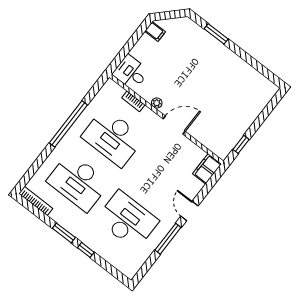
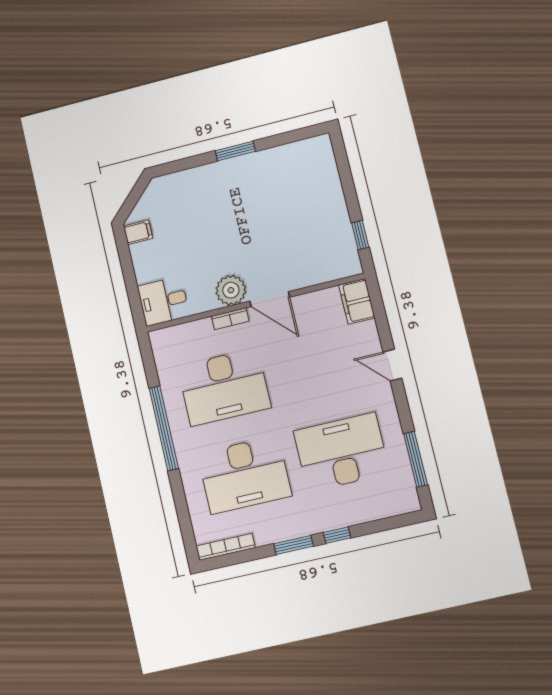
window: (216, 34) -> (235, 151), moved
bookcase: (133, 101) -> (230, 319), moved
plant: (157, 103) -> (231, 290), width x1.88, depth x1.88
door: (174, 125) -> (270, 299), swing flipped
window: (168, 239) -> (416, 459), moved

